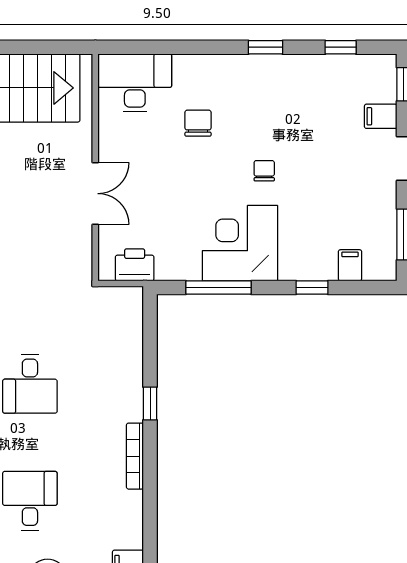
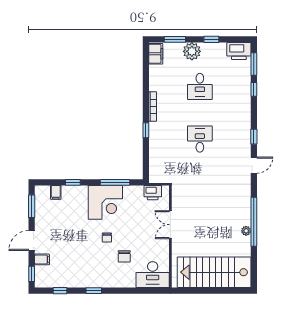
chair: (264, 171) -> (107, 238), moved

